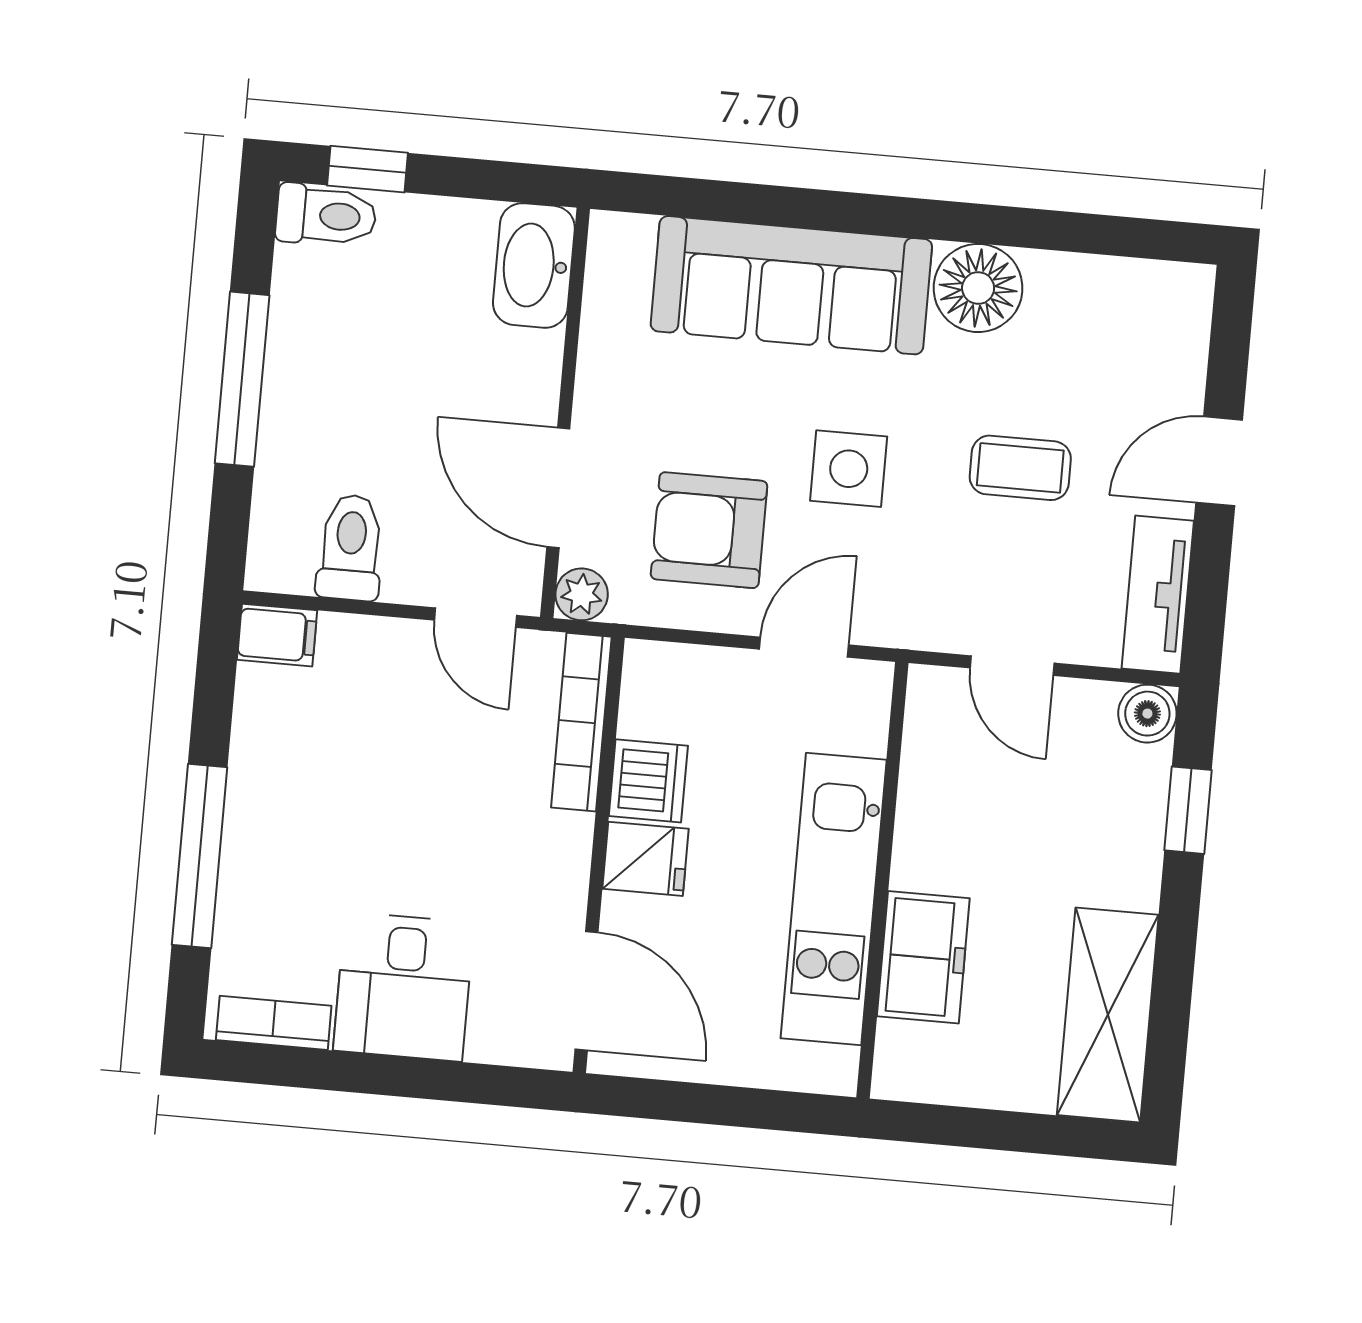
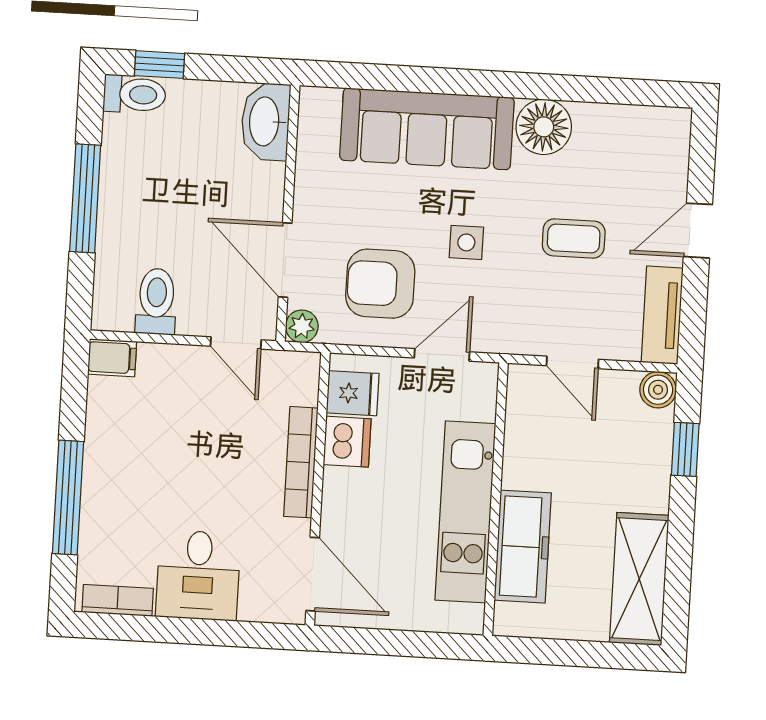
side table: (849, 469) -> (466, 242), width x0.73, depth x0.73
bookcase: (581, 722) -> (301, 462), moved
fridge: (646, 859) -> (353, 393), moved
freezer: (923, 957) -> (523, 547), width x1.40

